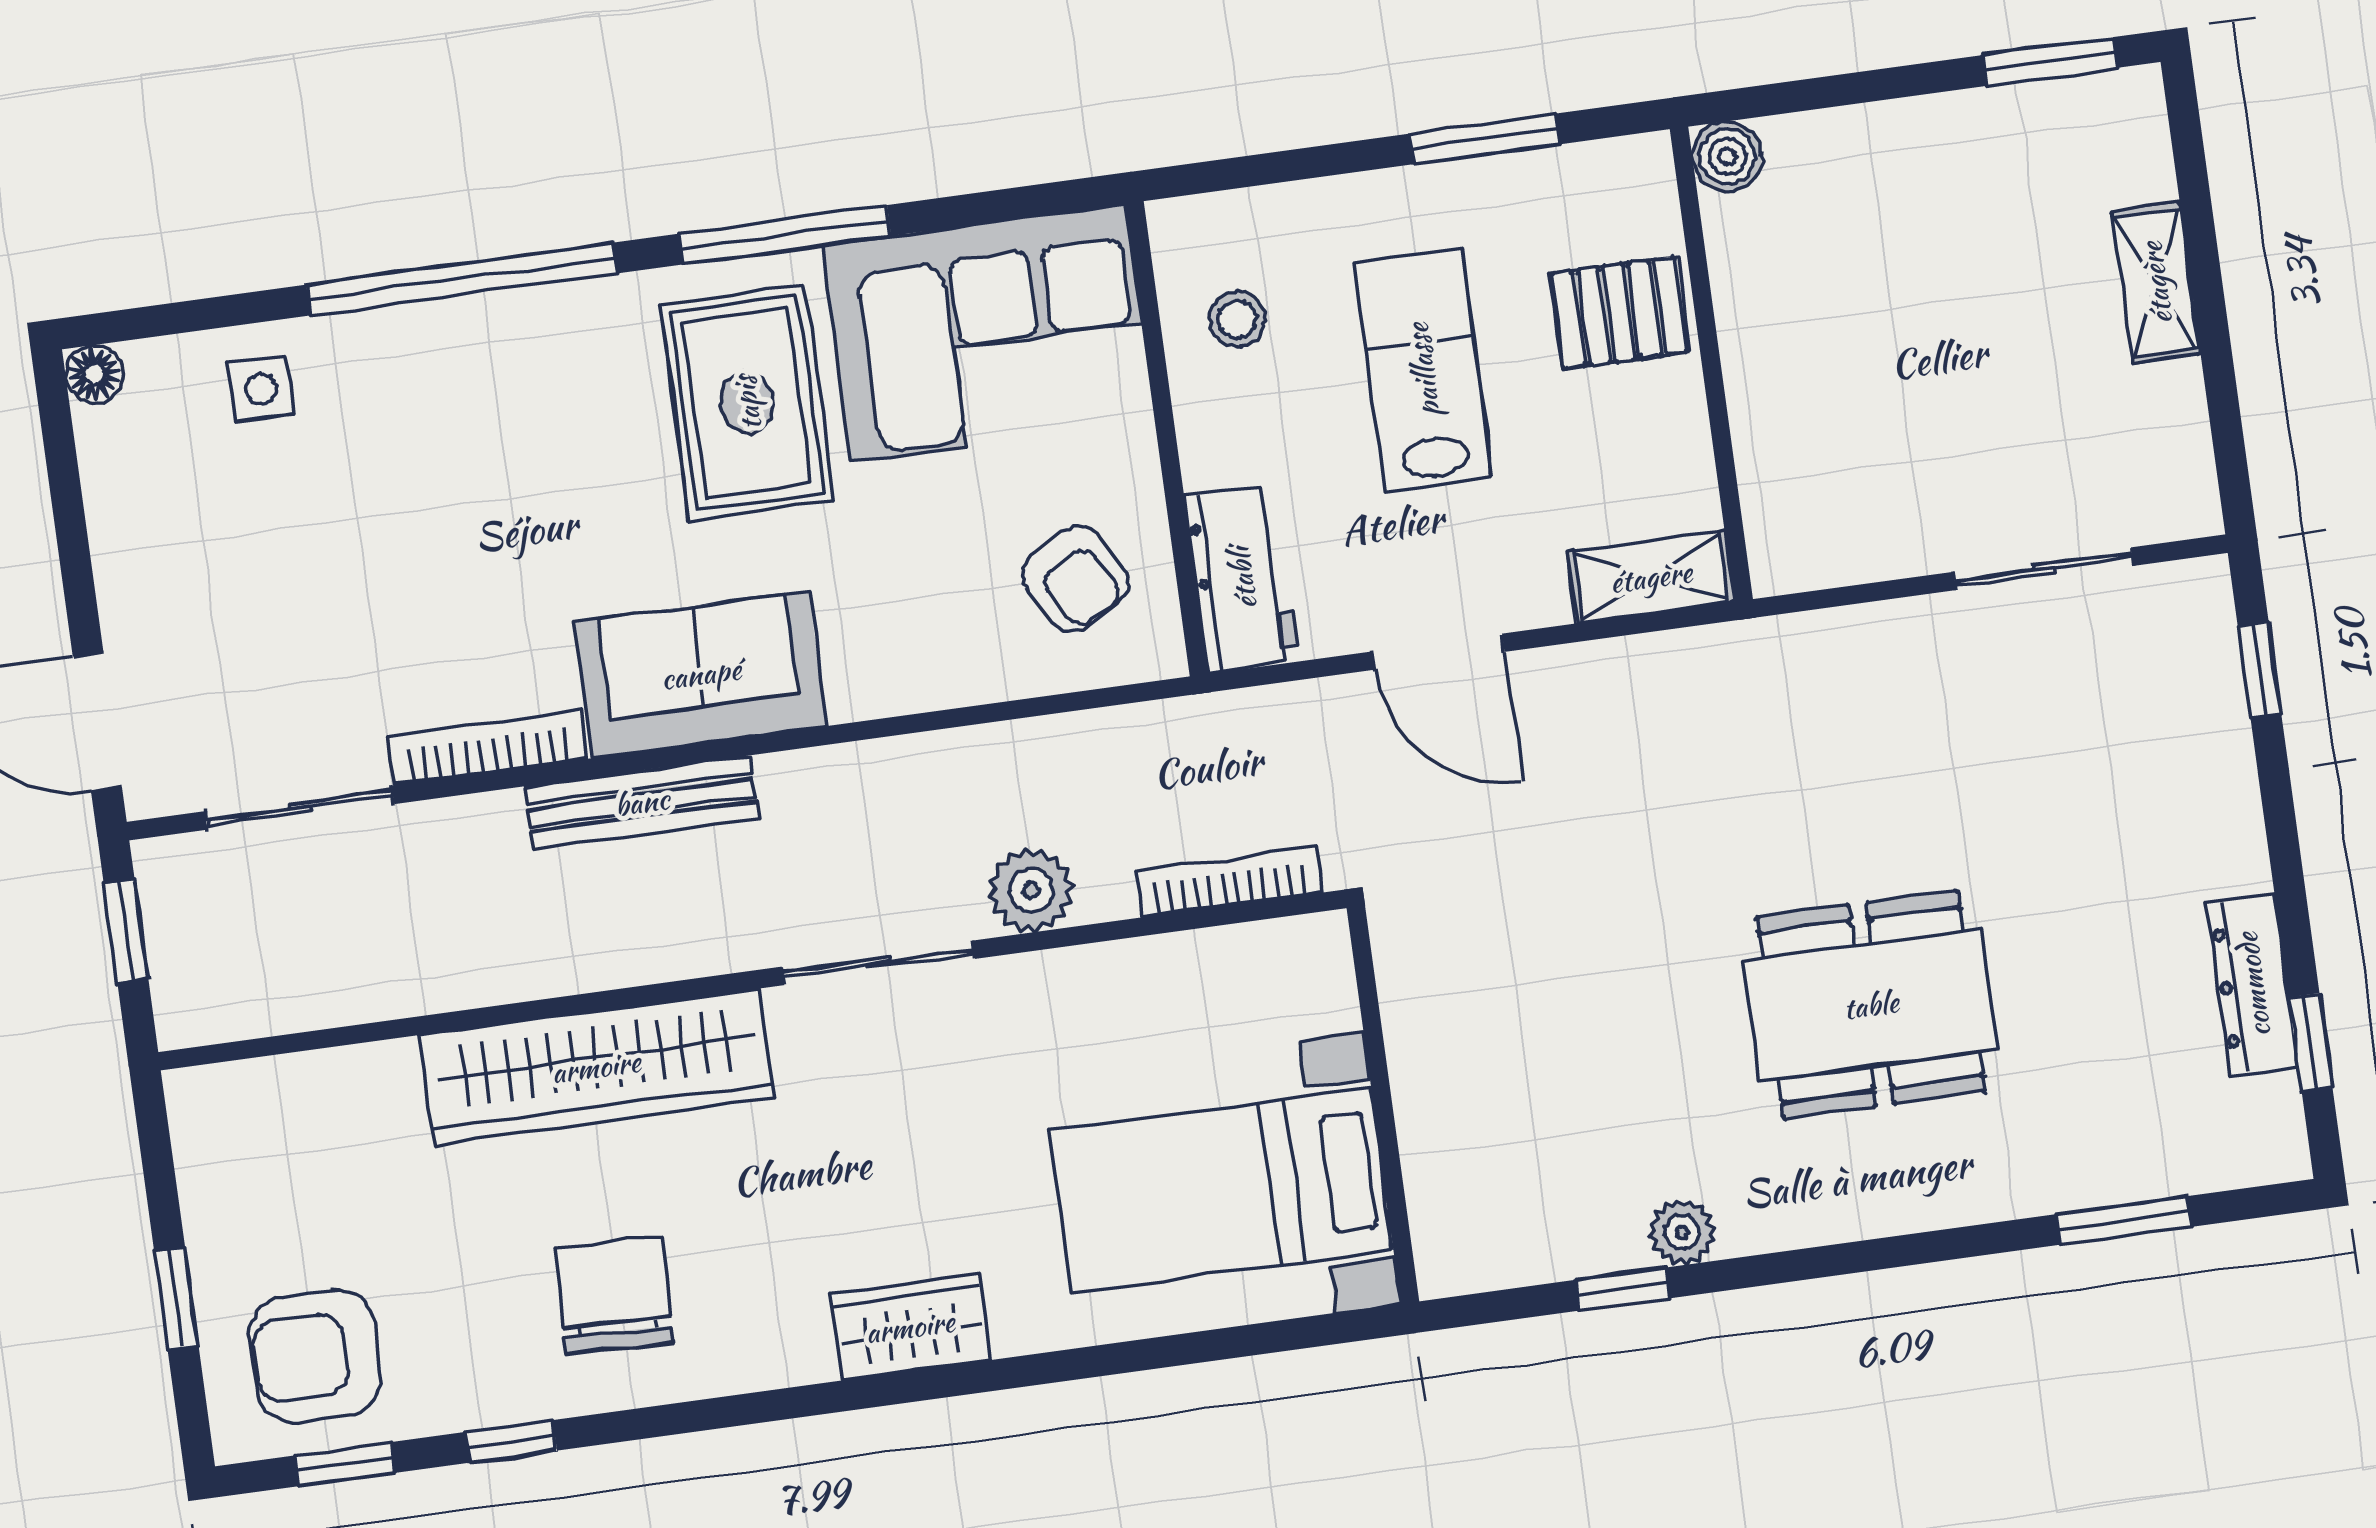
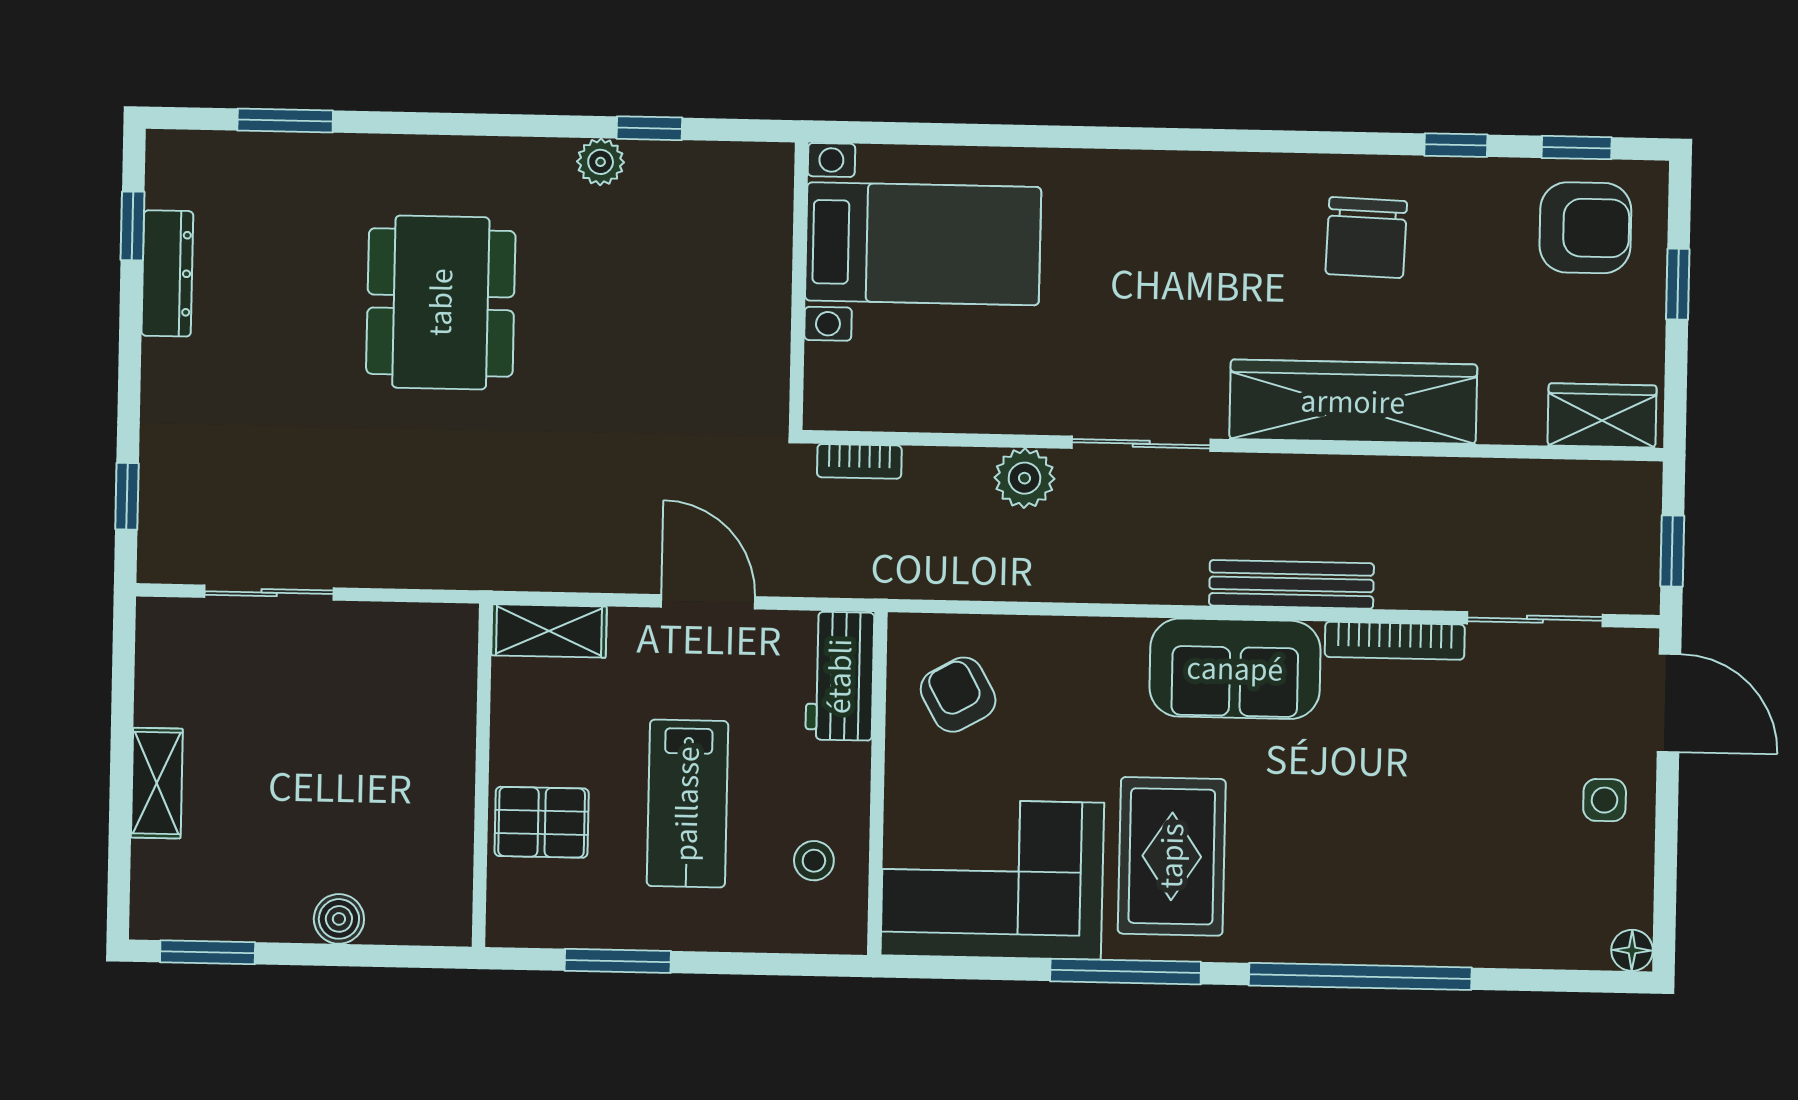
boiler: (1727, 156) -> (339, 919), moved
side table: (261, 389) -> (1605, 800), moved
bookcase: (1229, 882) -> (859, 461), width x0.64
dining table: (1871, 1005) -> (441, 302), turned 90
wardrobe: (910, 1327) -> (1602, 415), moved, turned 180

